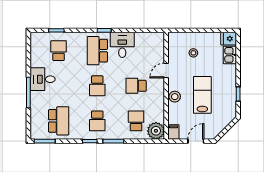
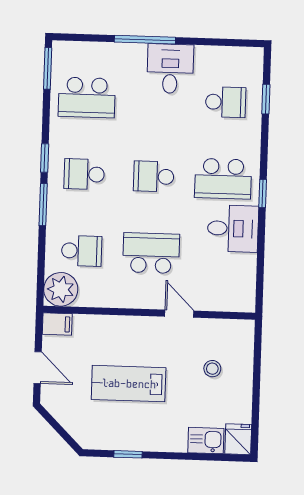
school desk: (97, 51) -> (223, 179), turned 180
school desk: (136, 86) -> (151, 253), width x1.85
lab bench: (202, 95) -> (129, 384), turned 180
stool: (175, 97) -> (127, 329), removed

